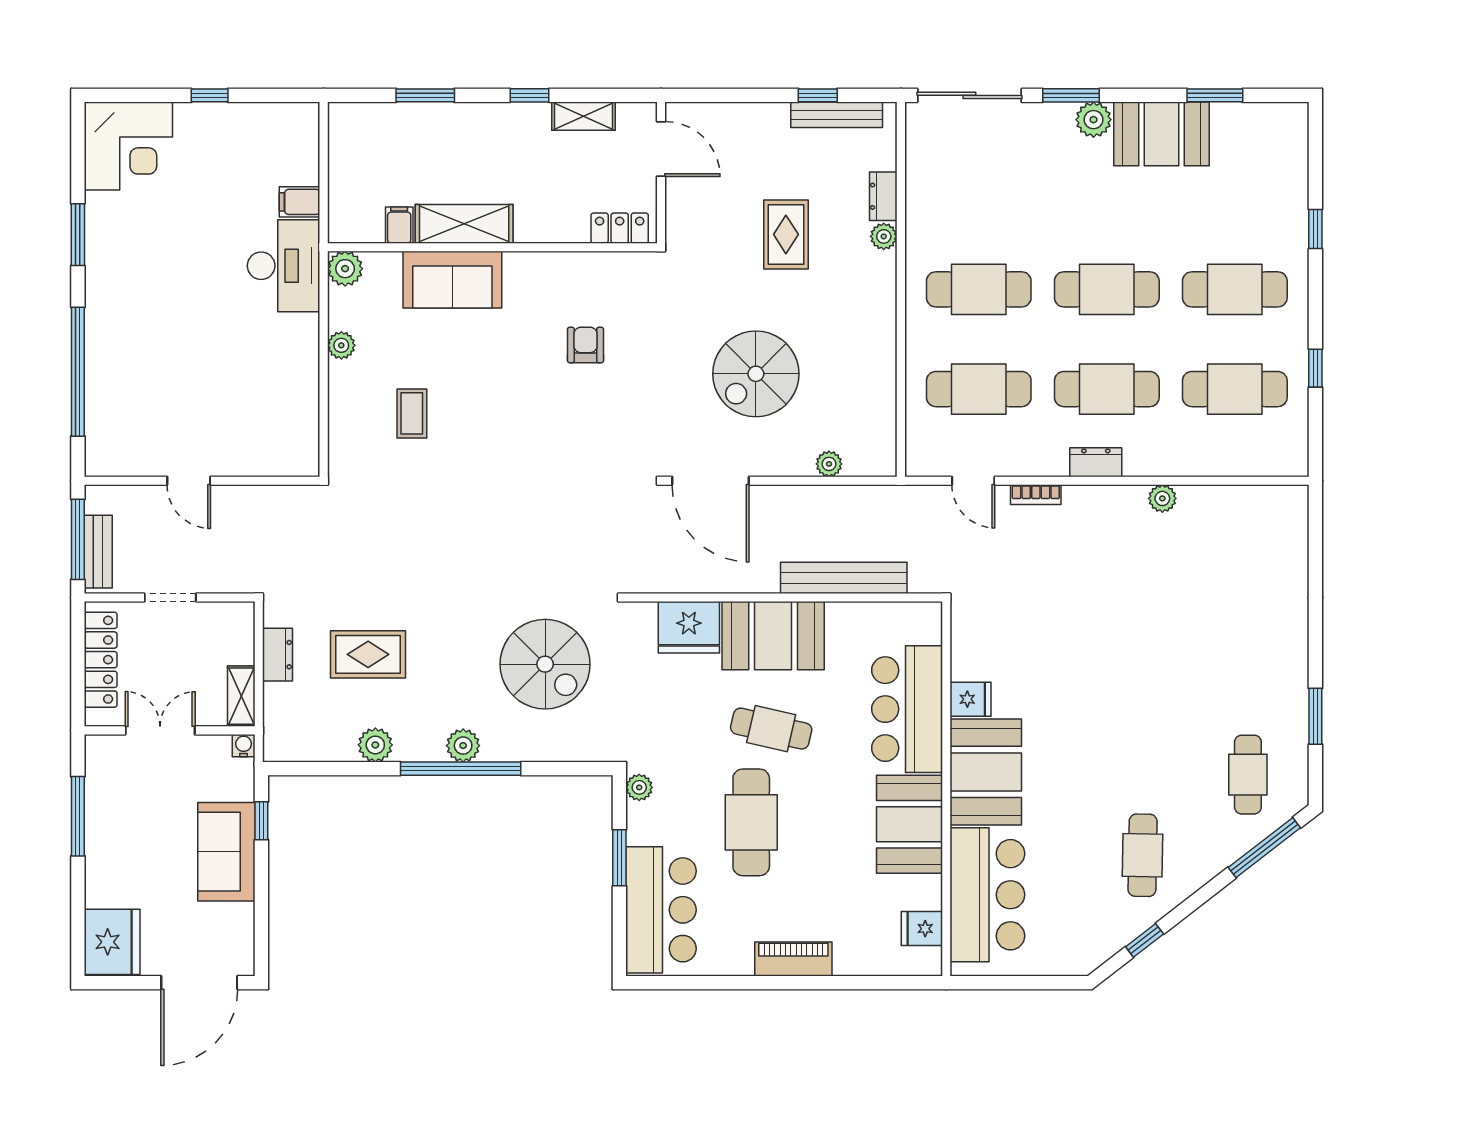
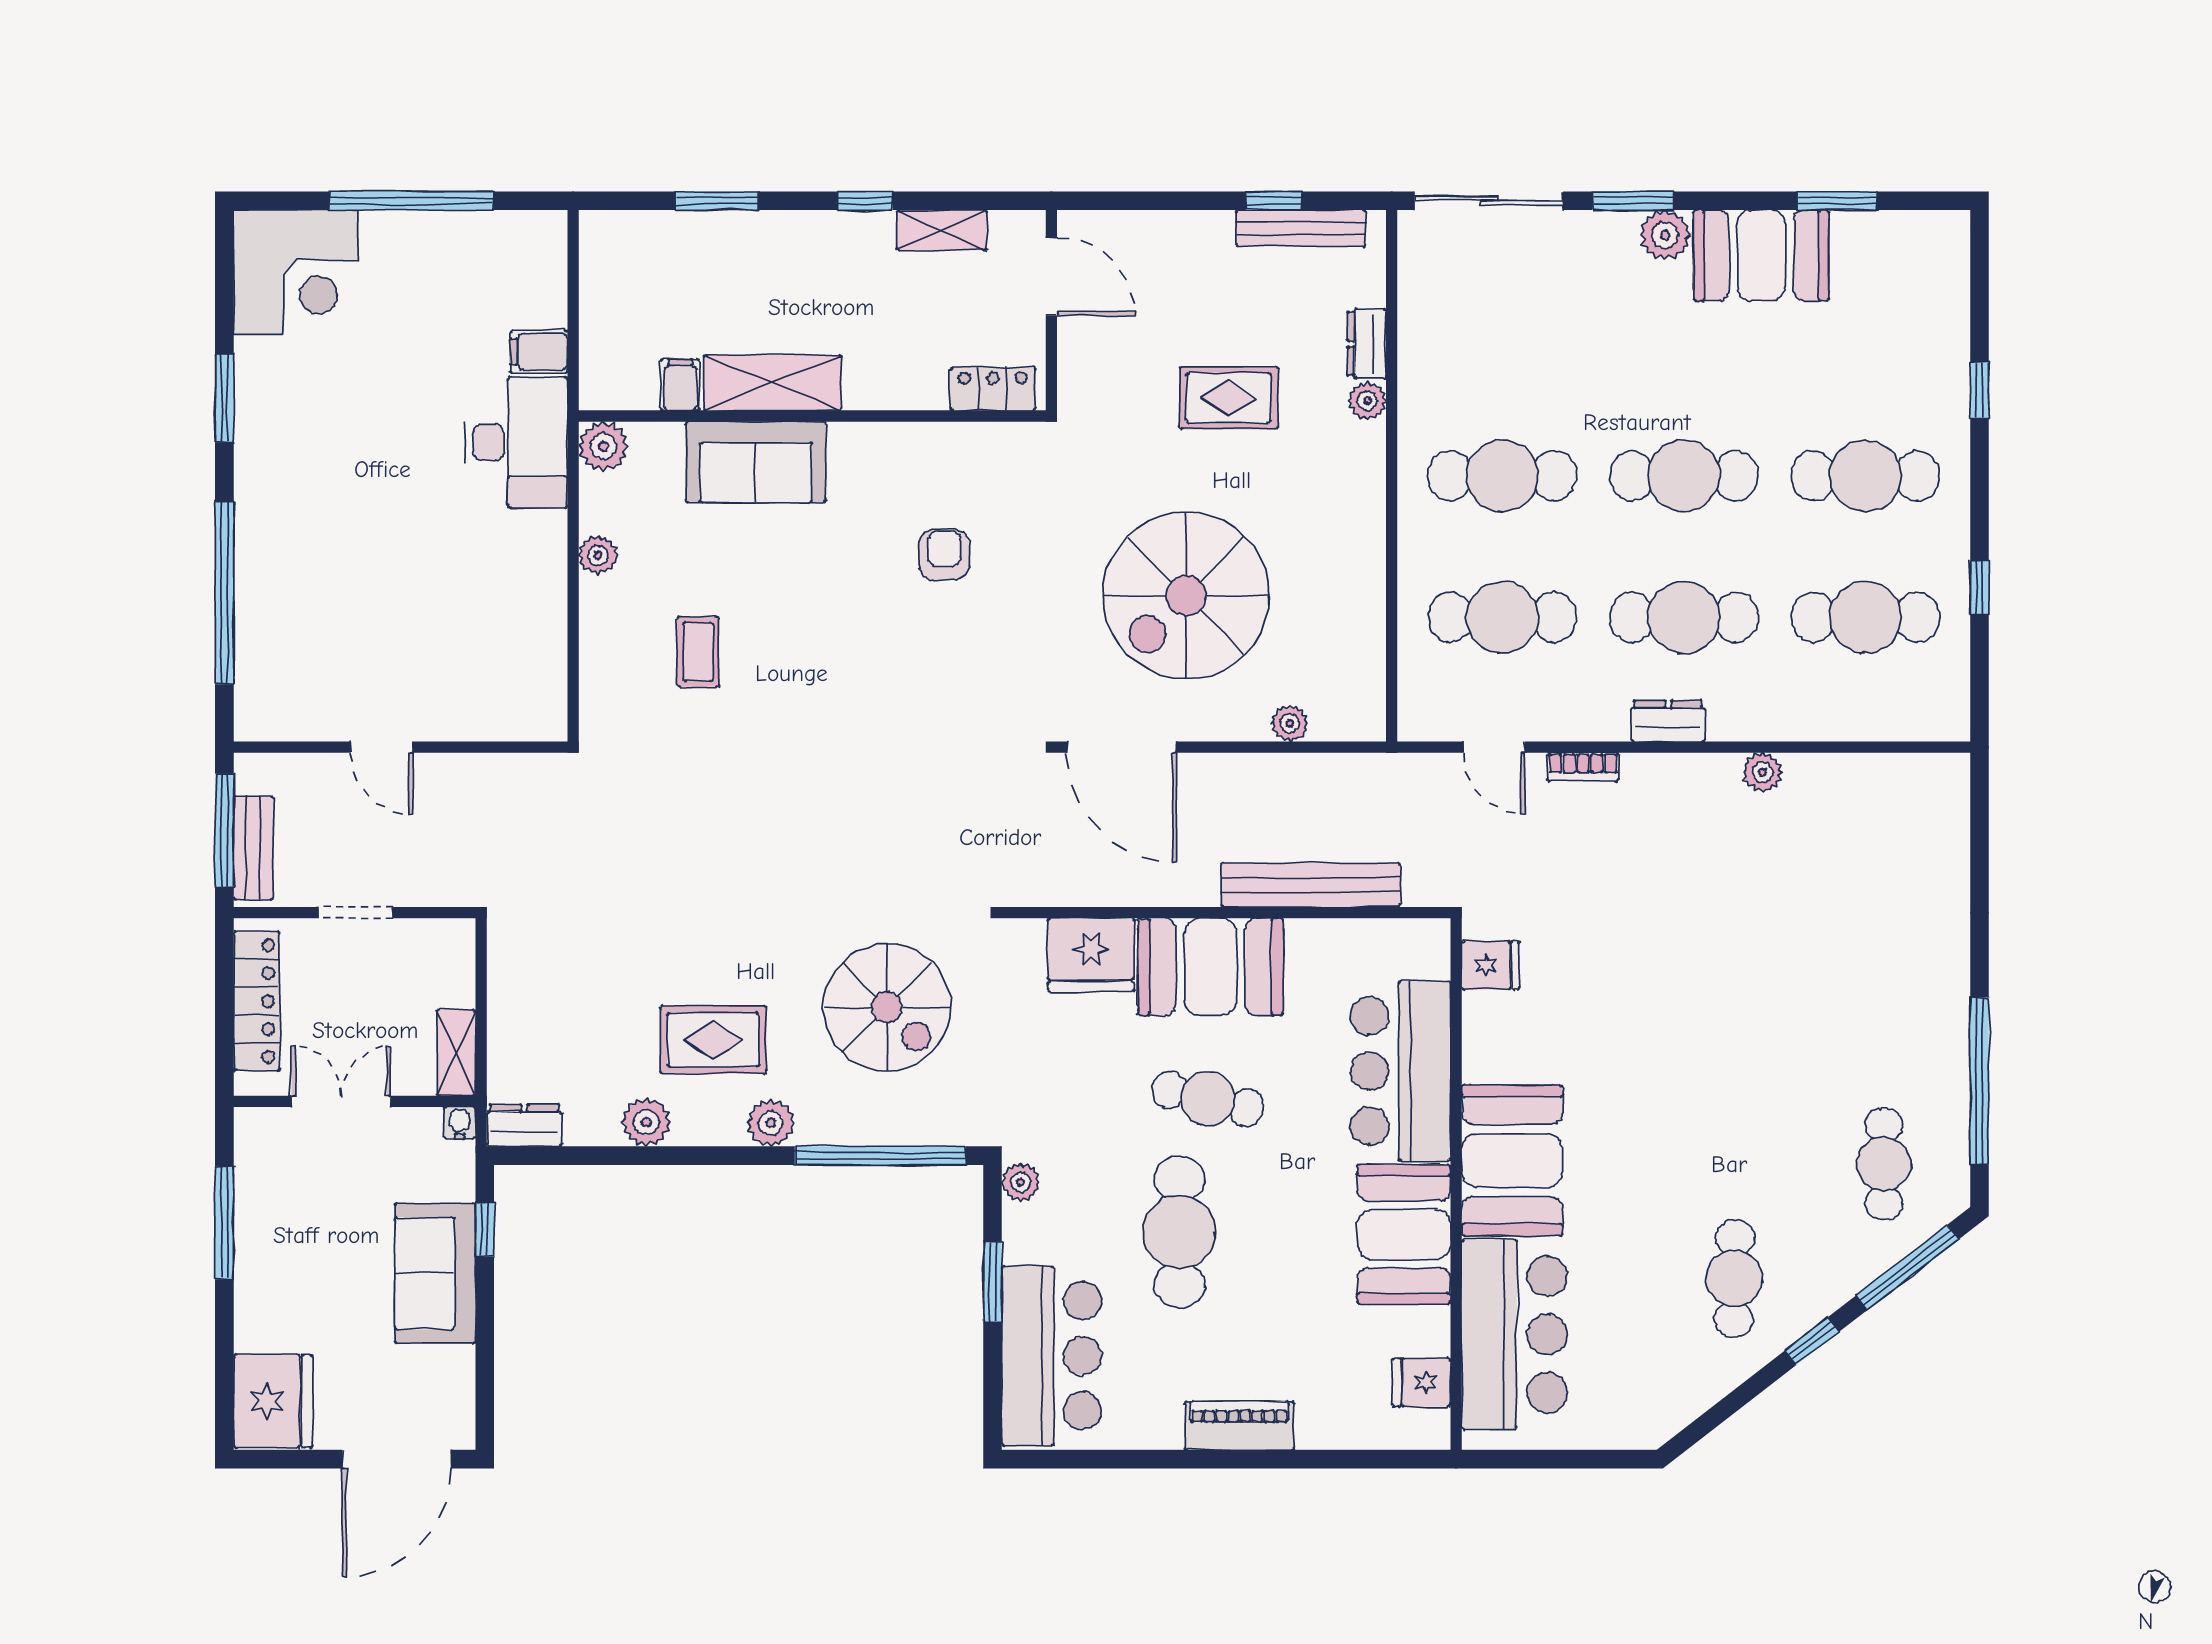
window: (210, 95) -> (411, 201), width x3.17
rug: (786, 234) -> (1229, 398), turned 90
spiral stairs: (756, 374) -> (1186, 596), width x1.37, depth x1.37
rug: (368, 654) -> (713, 1040), moved
dresser: (278, 655) -> (524, 1125), moved, turned -90
fridge: (971, 699) -> (1491, 965), moved
window: (1315, 716) -> (1979, 1081), width x2.11
window: (461, 769) -> (880, 1156), moved
window: (1145, 940) -> (1812, 1341), moved

